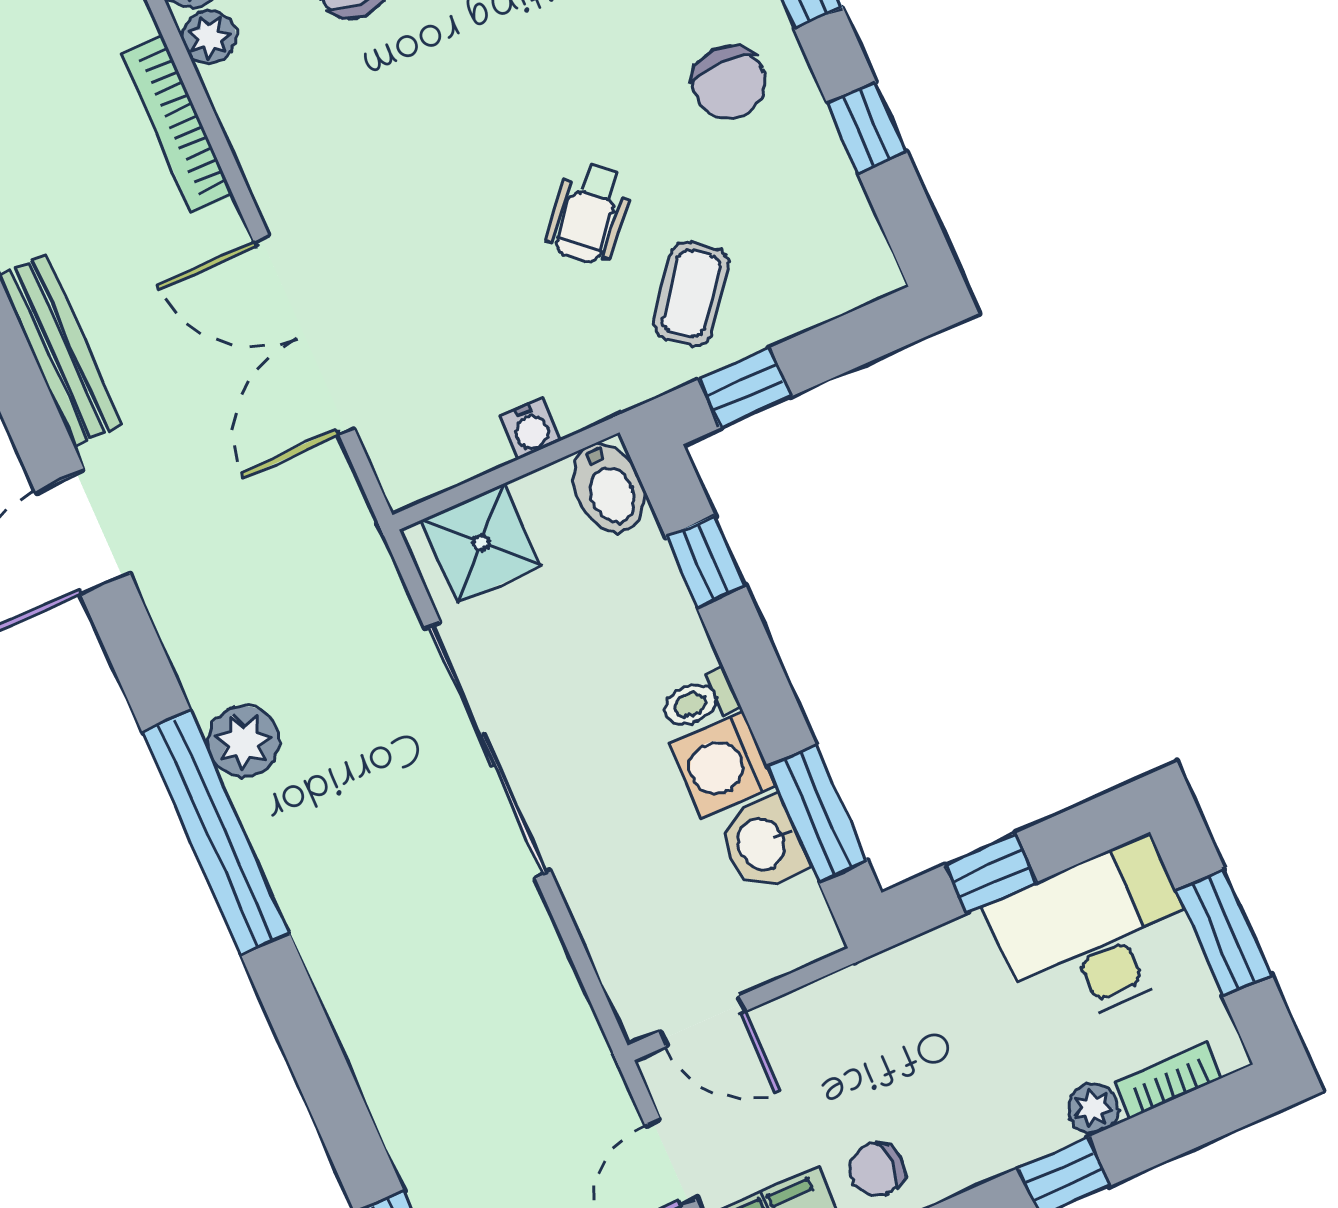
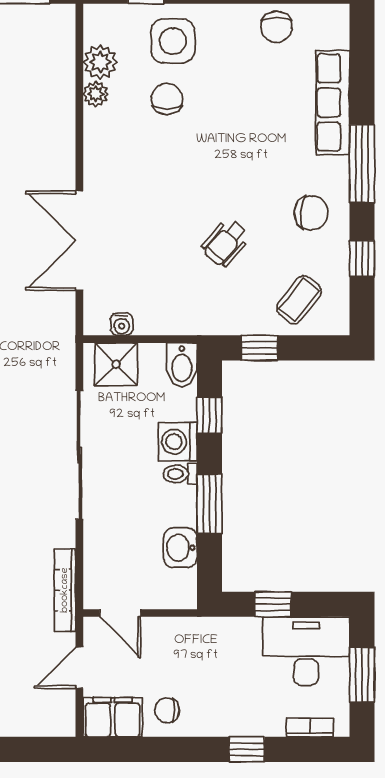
chair: (729, 82) -> (311, 213), turned -86
bookcase: (177, 124) -> (65, 590), moved
coffee table: (691, 294) -> (299, 300), moved
water cooler: (531, 428) -> (122, 324), moved
washing machine: (722, 765) -> (178, 442), moved
window: (817, 813) -> (210, 504), moved
plant: (1093, 1108) -> (272, 725), removed

